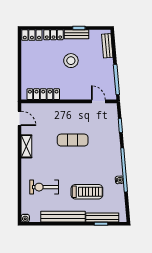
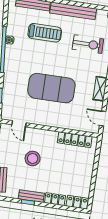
stool: (71, 61) -> (33, 158), moved
exercise mat: (73, 140) -> (51, 88), width x2.00, depth x1.45
treadmill: (87, 192) -> (45, 33), turned 180

